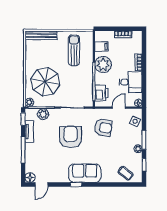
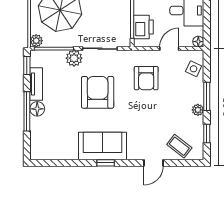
plant: (43, 114) -> (74, 58), moved
armchair: (103, 128) -> (146, 78), turned 80
sofa: (85, 173) -> (103, 146), moved
floor lamp: (30, 178) -> (37, 109), moved
door: (41, 185) -> (154, 163), moved

